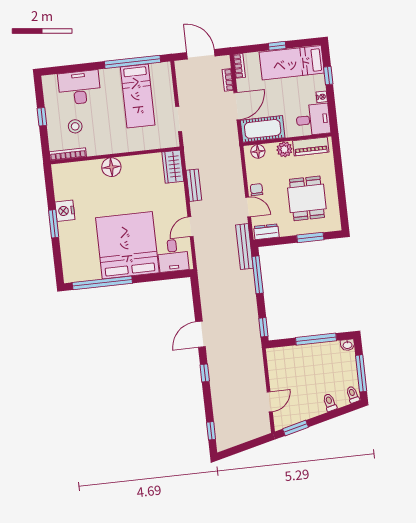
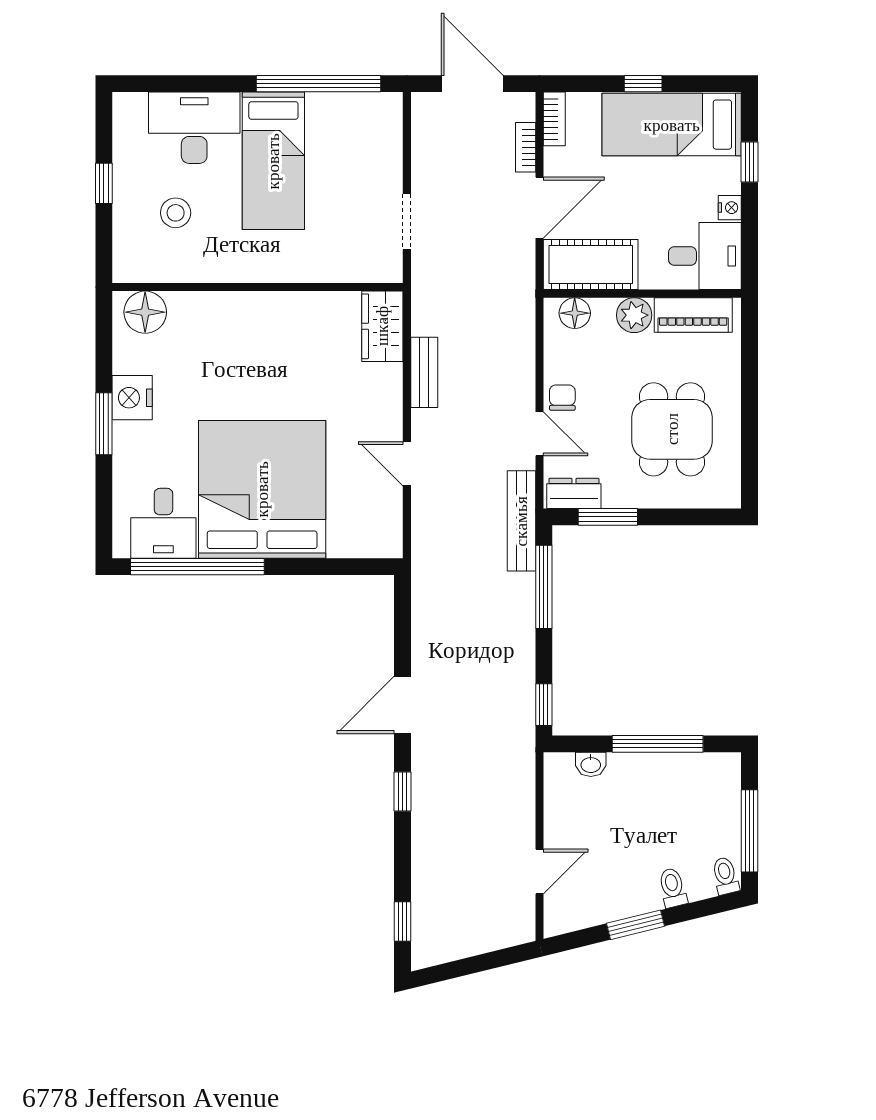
bed: (138, 96) -> (273, 161), moved
bookcase: (68, 154) -> (153, 273), removed
floor lamp: (111, 167) -> (145, 312), moved
door: (190, 227) -> (407, 464), hinge flipped
window: (310, 237) -> (608, 517), moved
desk: (173, 256) -> (163, 523), moved
washbasin: (347, 345) -> (591, 764), moved
window: (296, 428) -> (636, 925), moved

